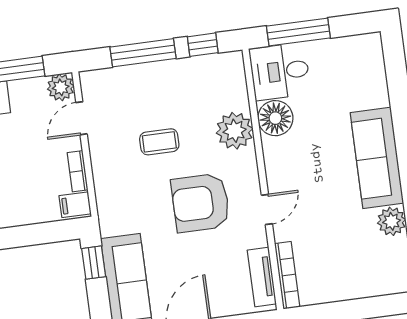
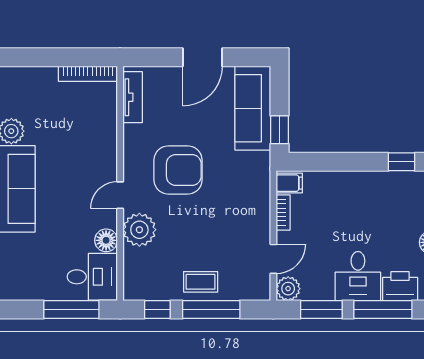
floor lamp: (275, 118) -> (106, 240), width x0.73, depth x0.73
coffee table: (159, 142) -> (201, 282), moved
door: (267, 209) -> (120, 195), moved
bookcase: (287, 275) -> (88, 74), moved, turned -90

